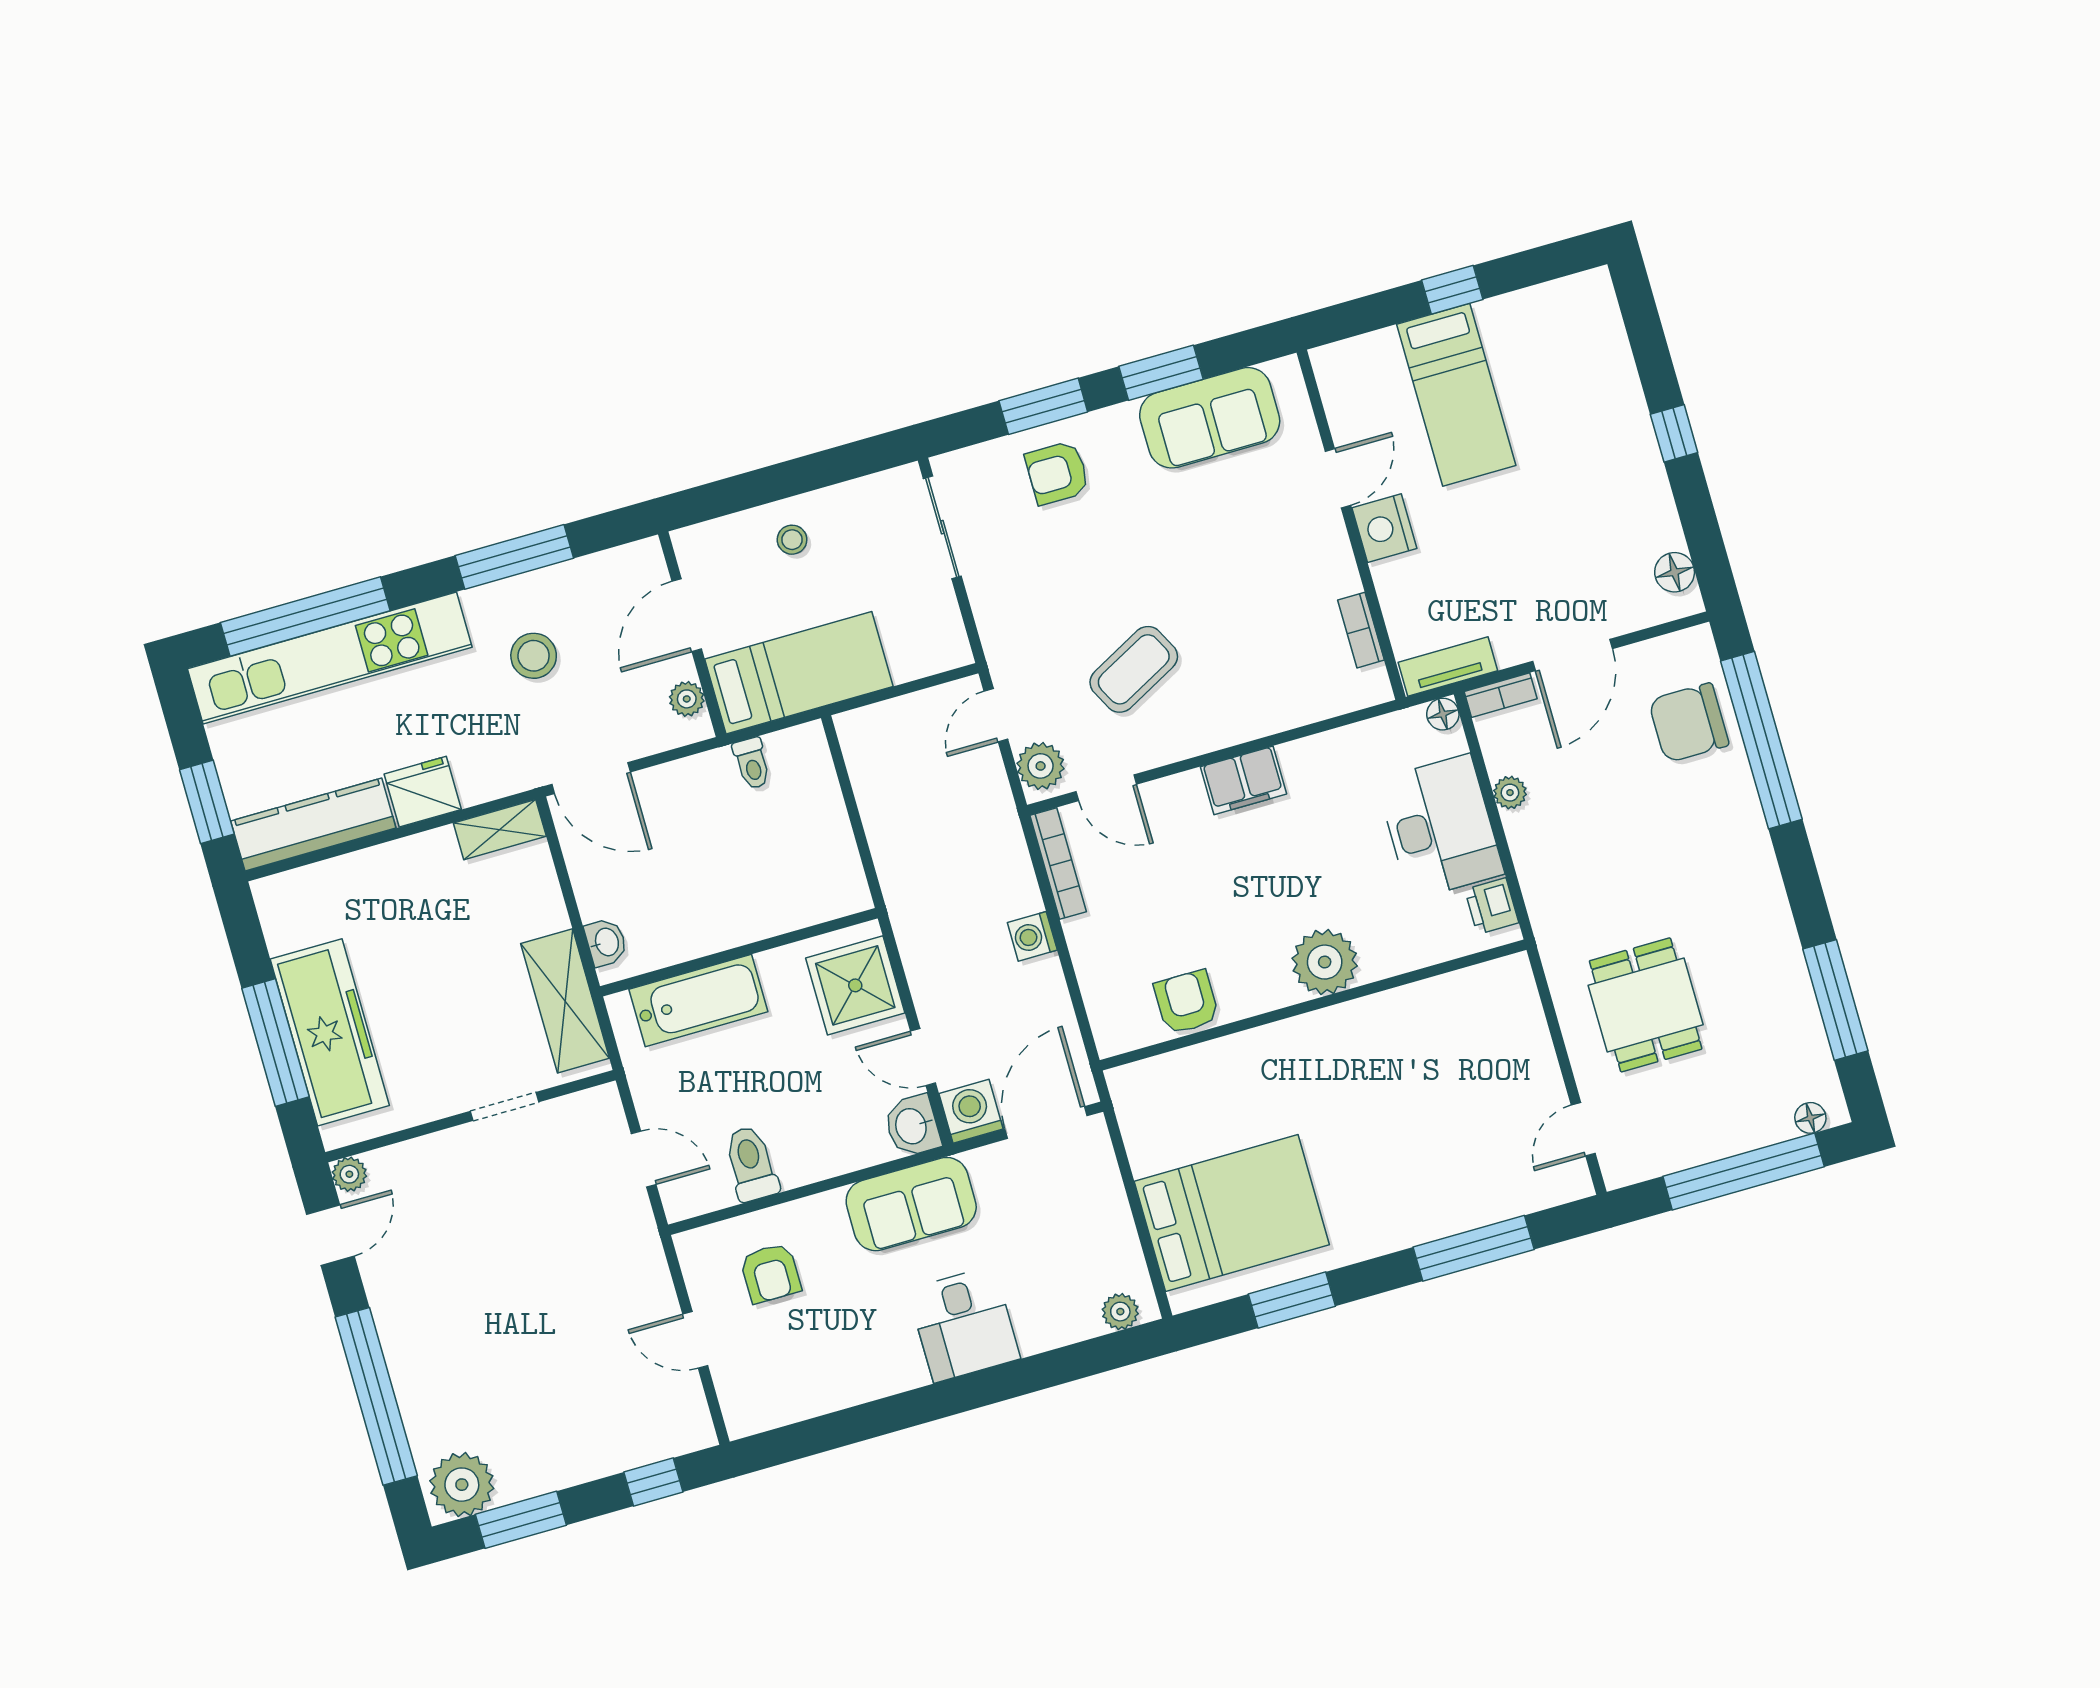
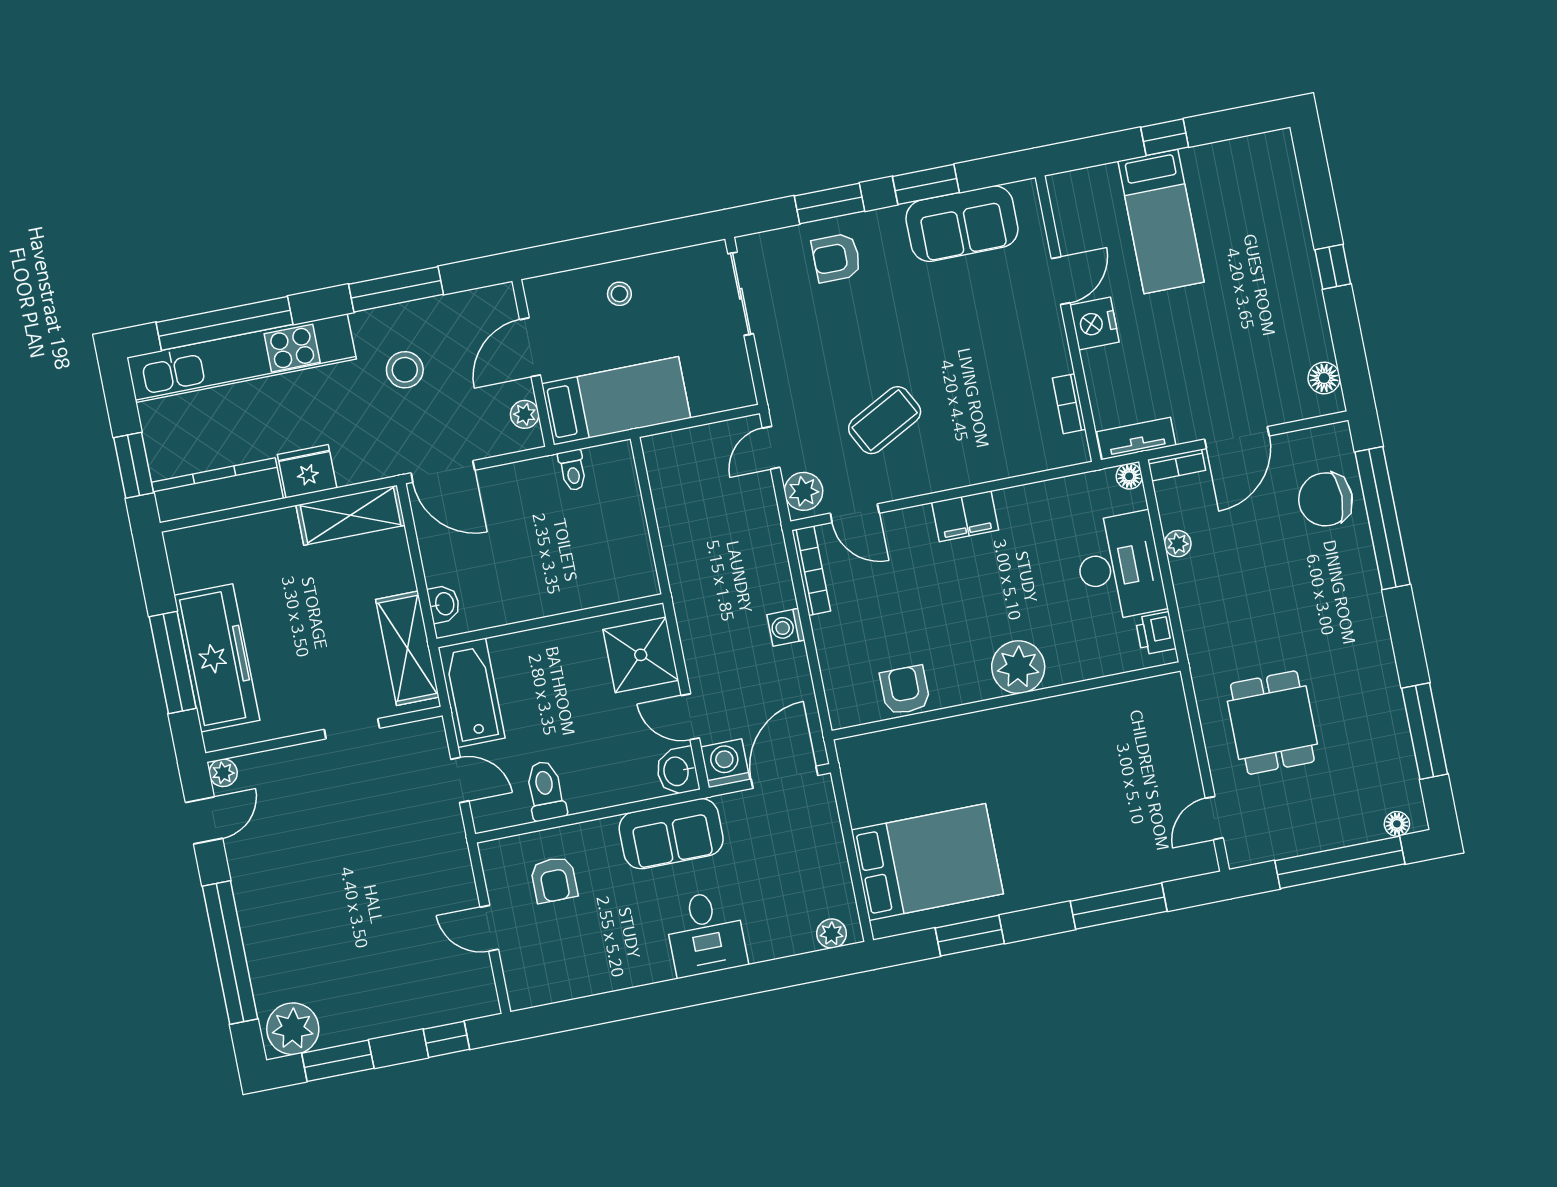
shelving: (500, 830) -> (351, 515), width x1.50, depth x1.33
bathtub: (698, 1001) -> (472, 693), moved, turned -90

